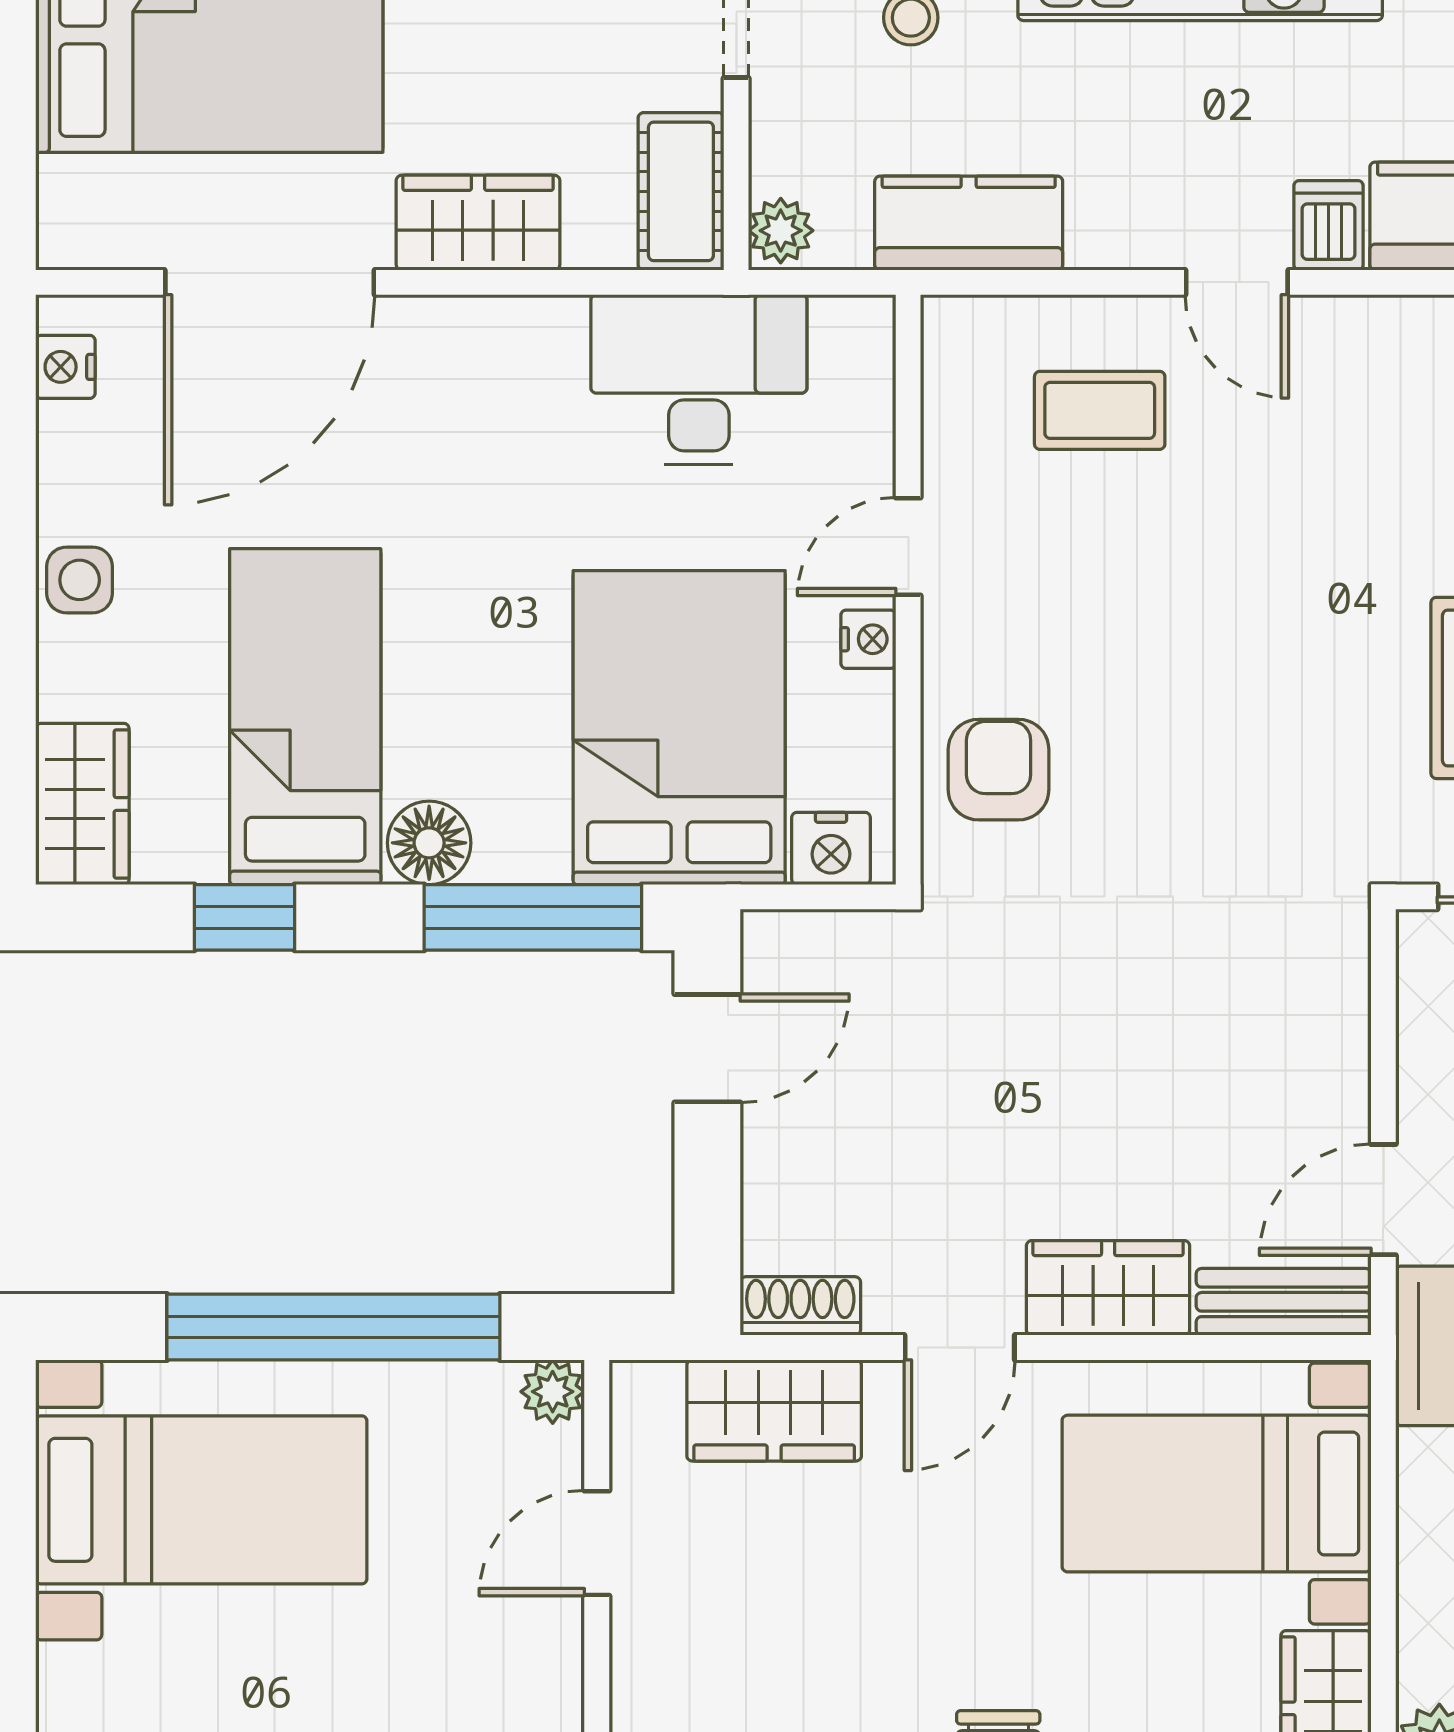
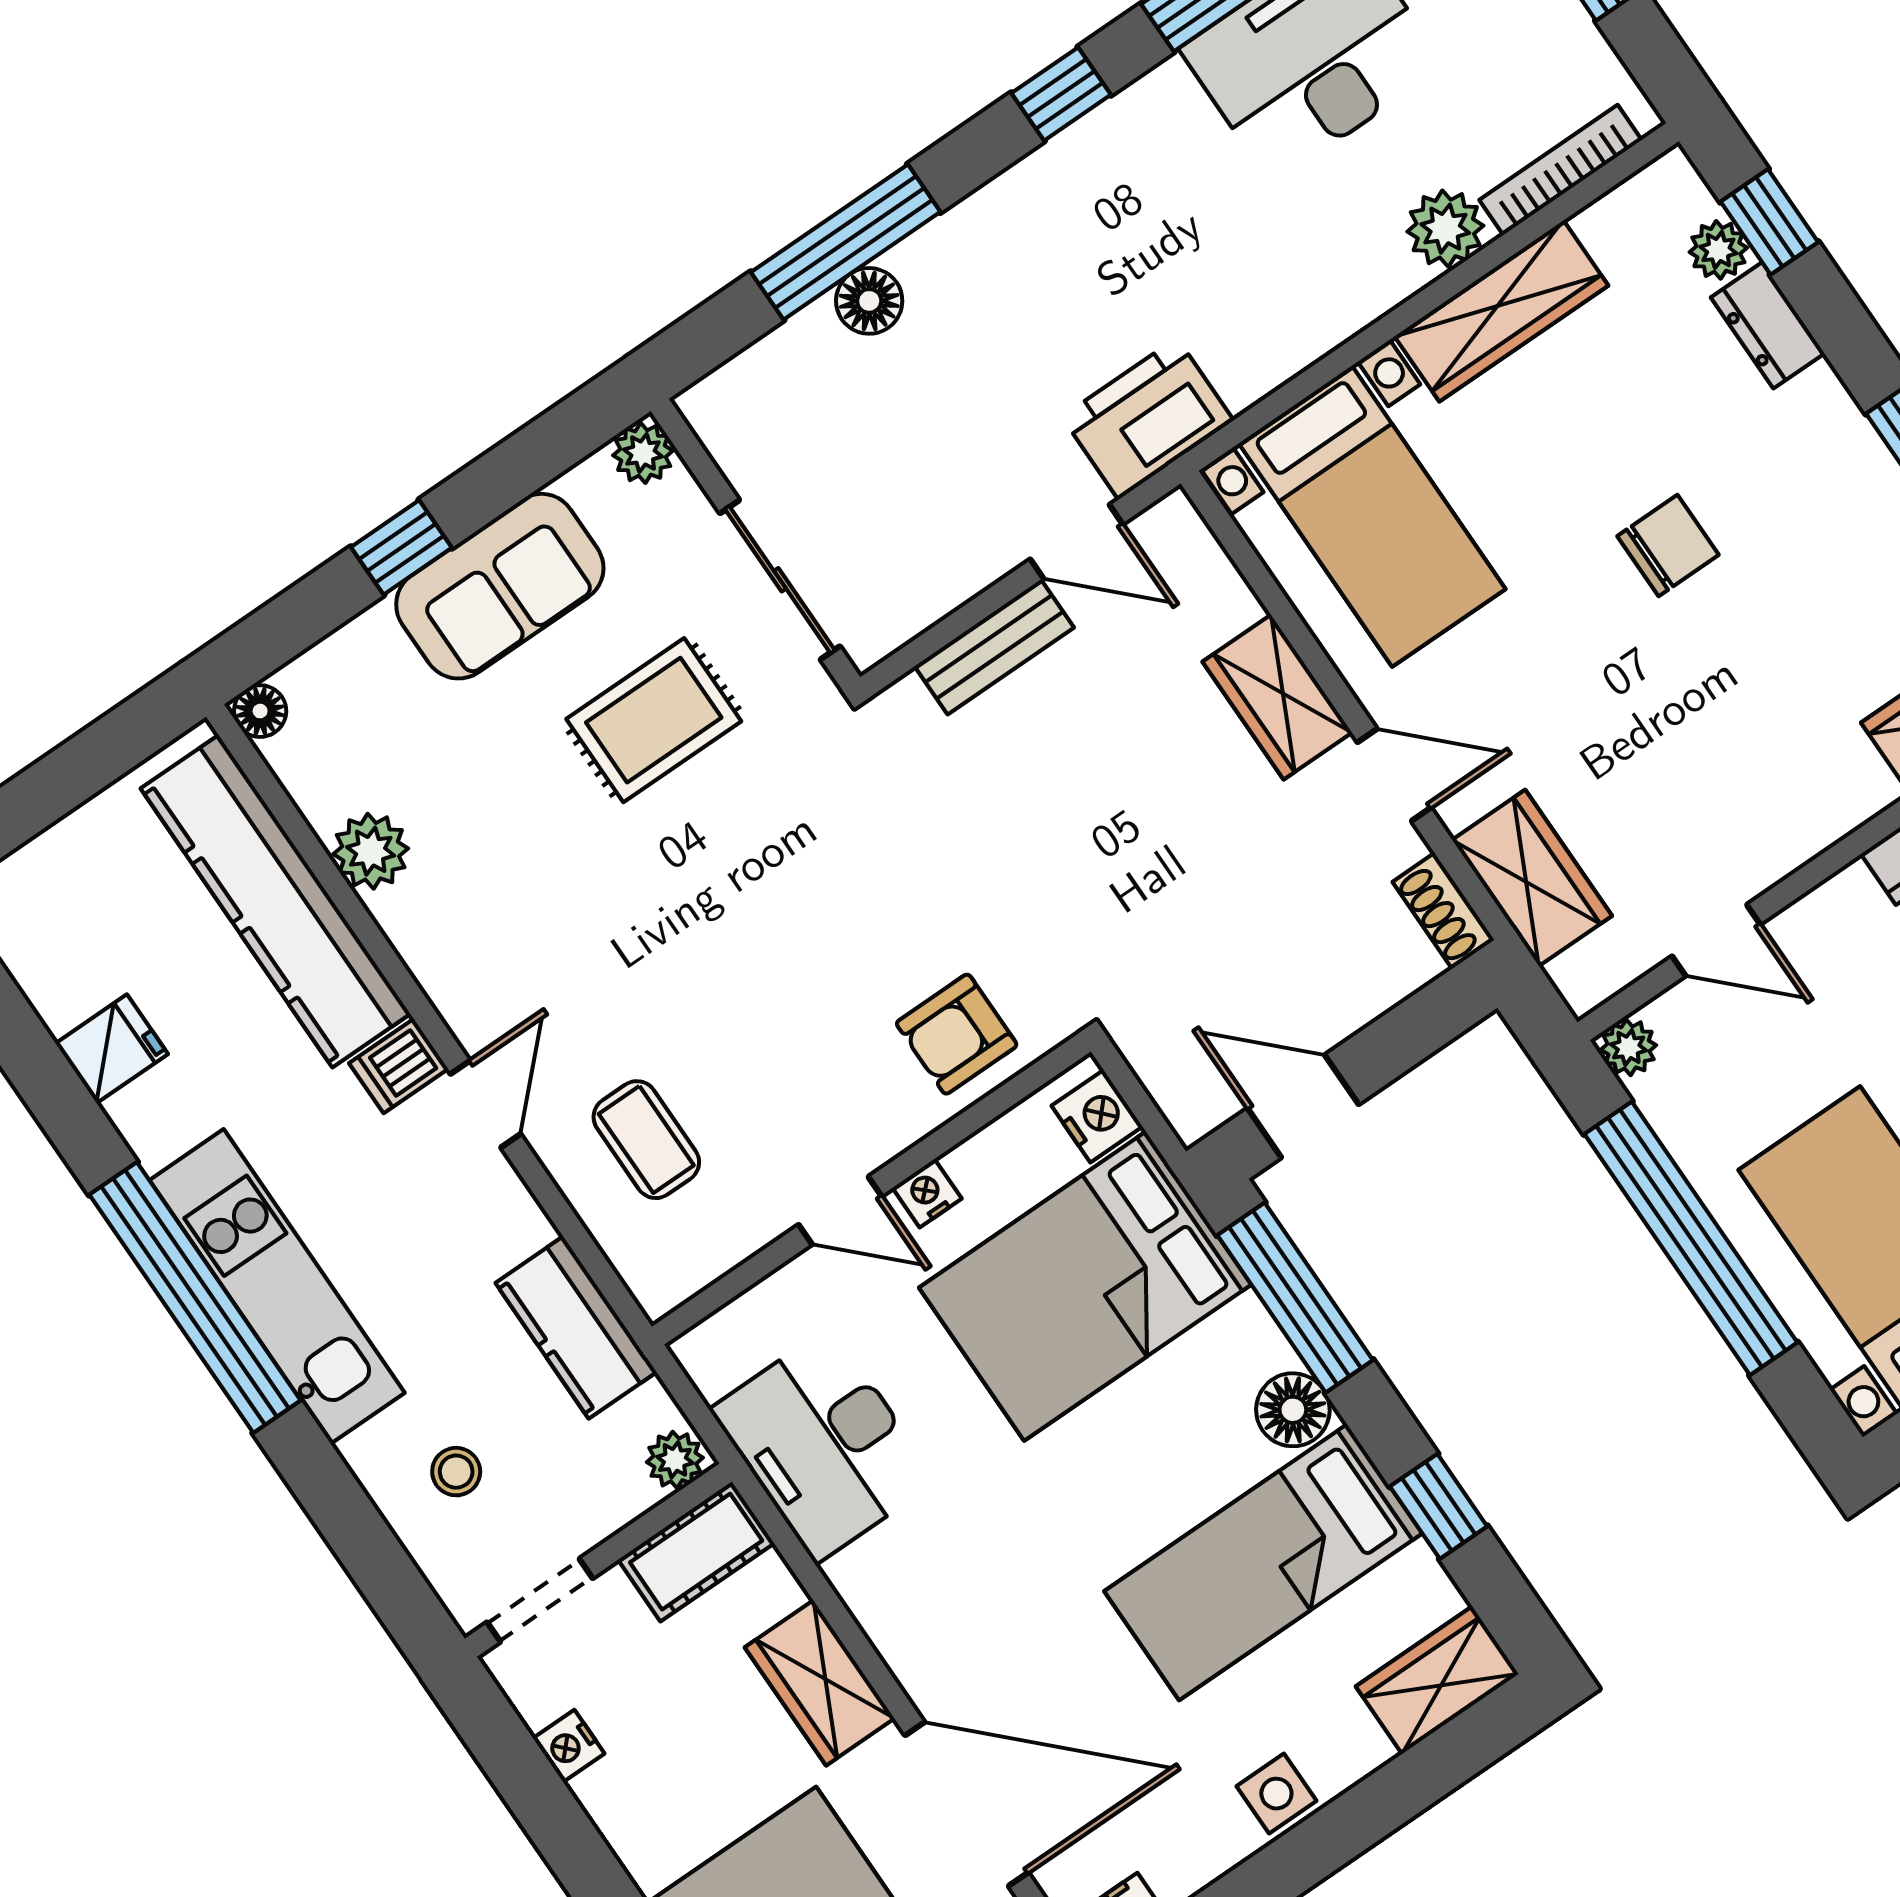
bench: (1284, 1302) -> (994, 647), moved, turned 90

